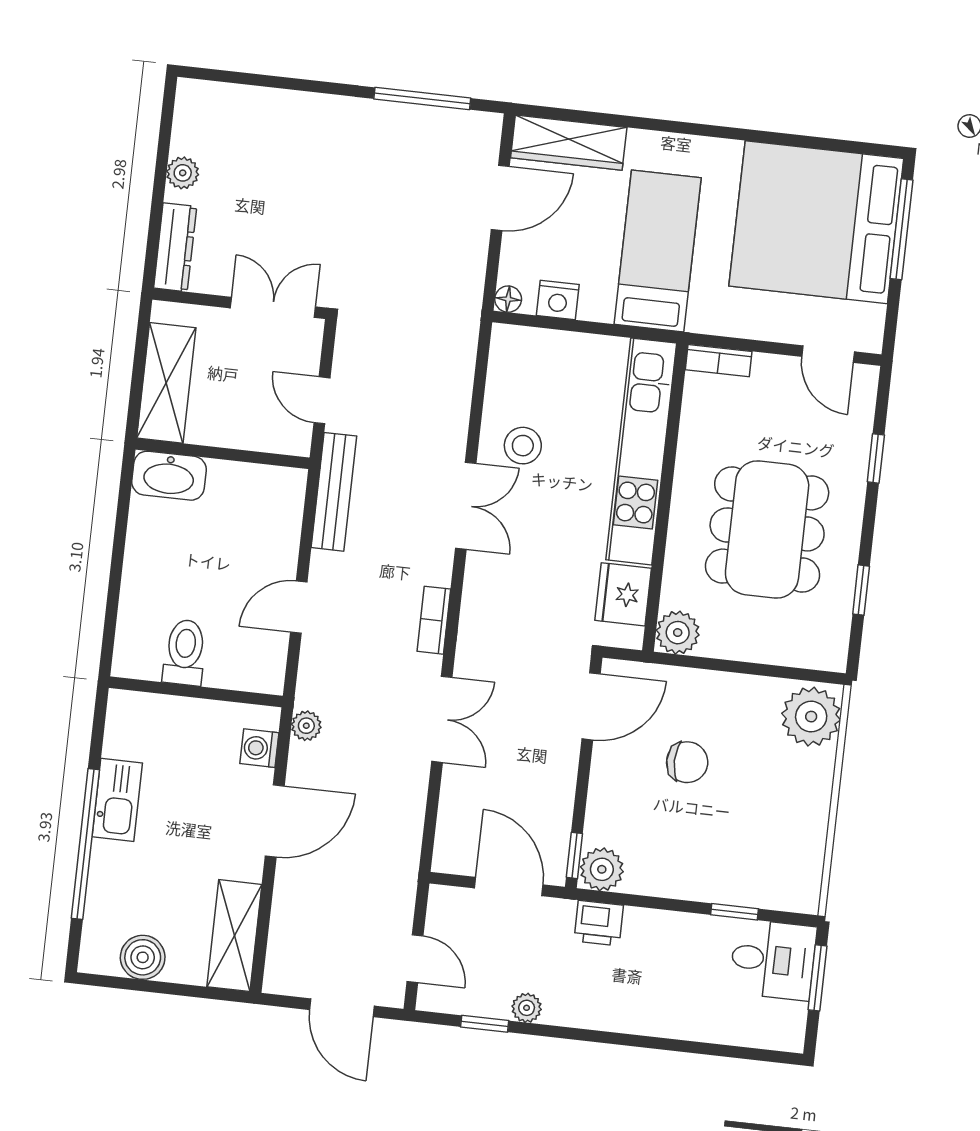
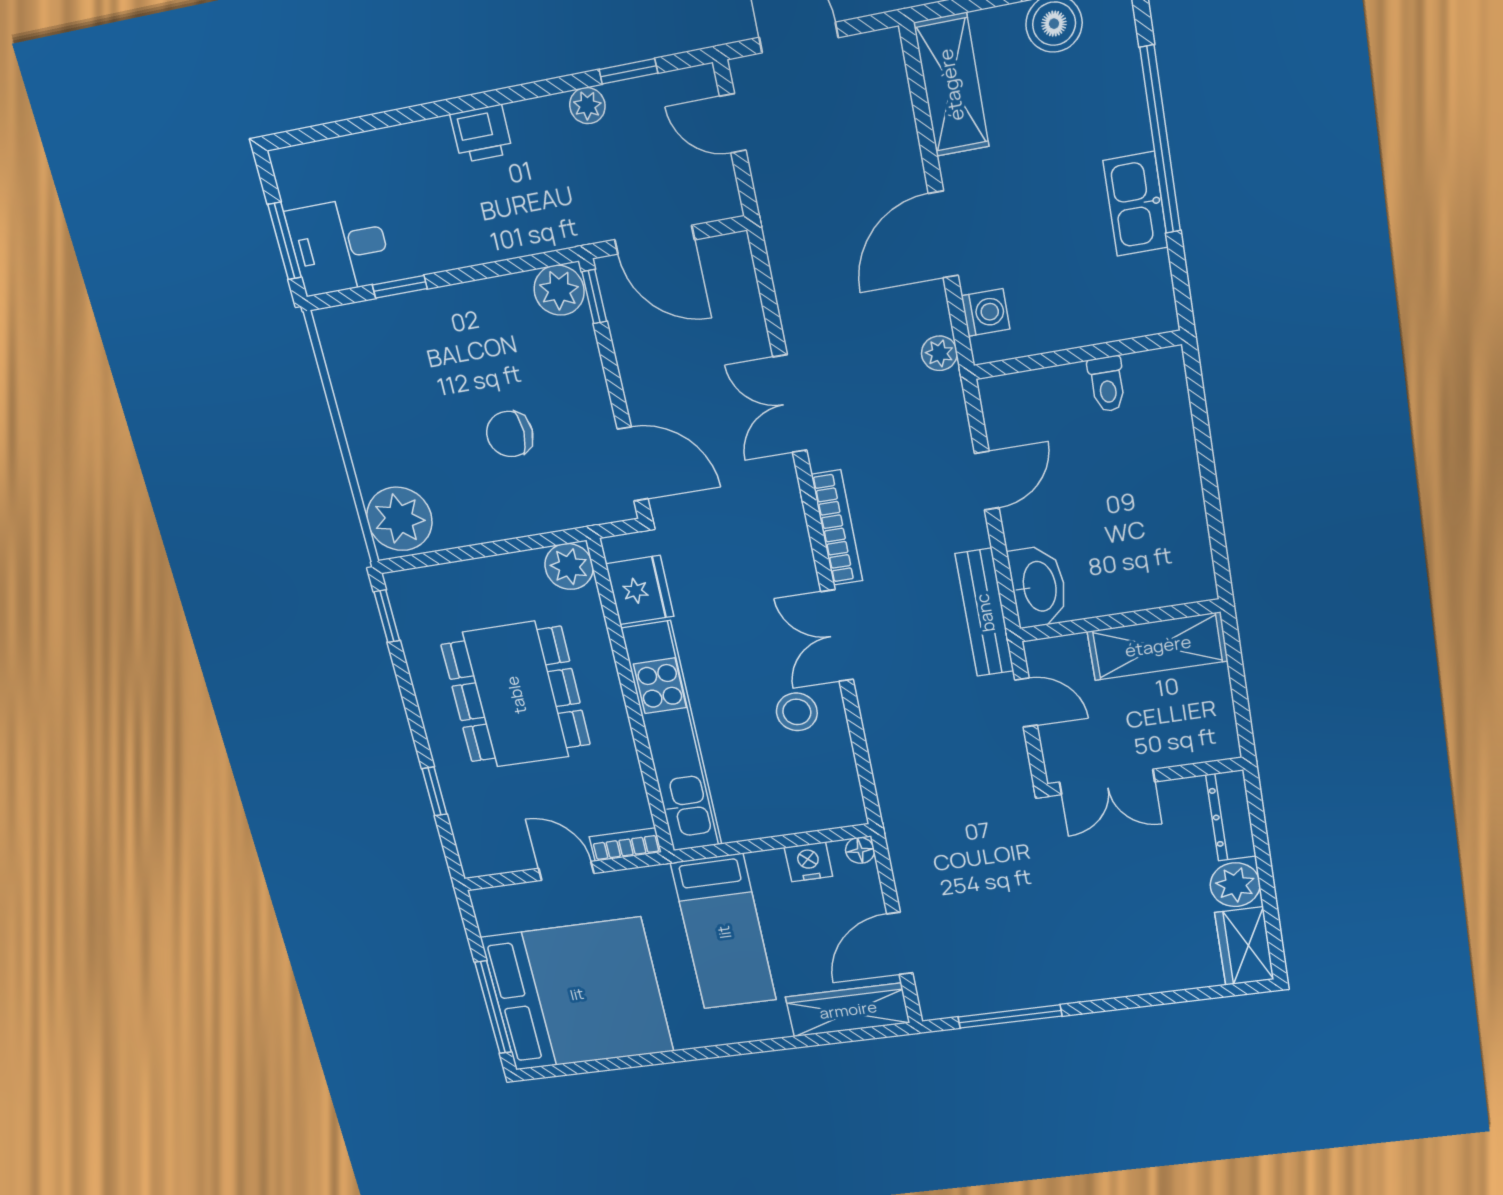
wardrobe: (195, 117) -> (1244, 946), added
plant: (183, 173) -> (1235, 885), width x1.38, depth x1.38
door: (828, 354) -> (566, 871), moved
shelving: (166, 383) -> (1158, 646), moved, turned 90
washbasin: (169, 476) -> (1038, 587), moved, turned 90
window: (861, 590) -> (387, 616), moved
bookcase: (434, 620) -> (837, 528), width x1.56
toilet: (185, 652) -> (1107, 384), width x0.73, depth x0.72
door: (591, 706) -> (633, 464), swing flipped
printer: (599, 923) -> (481, 134), moved, turned 180

